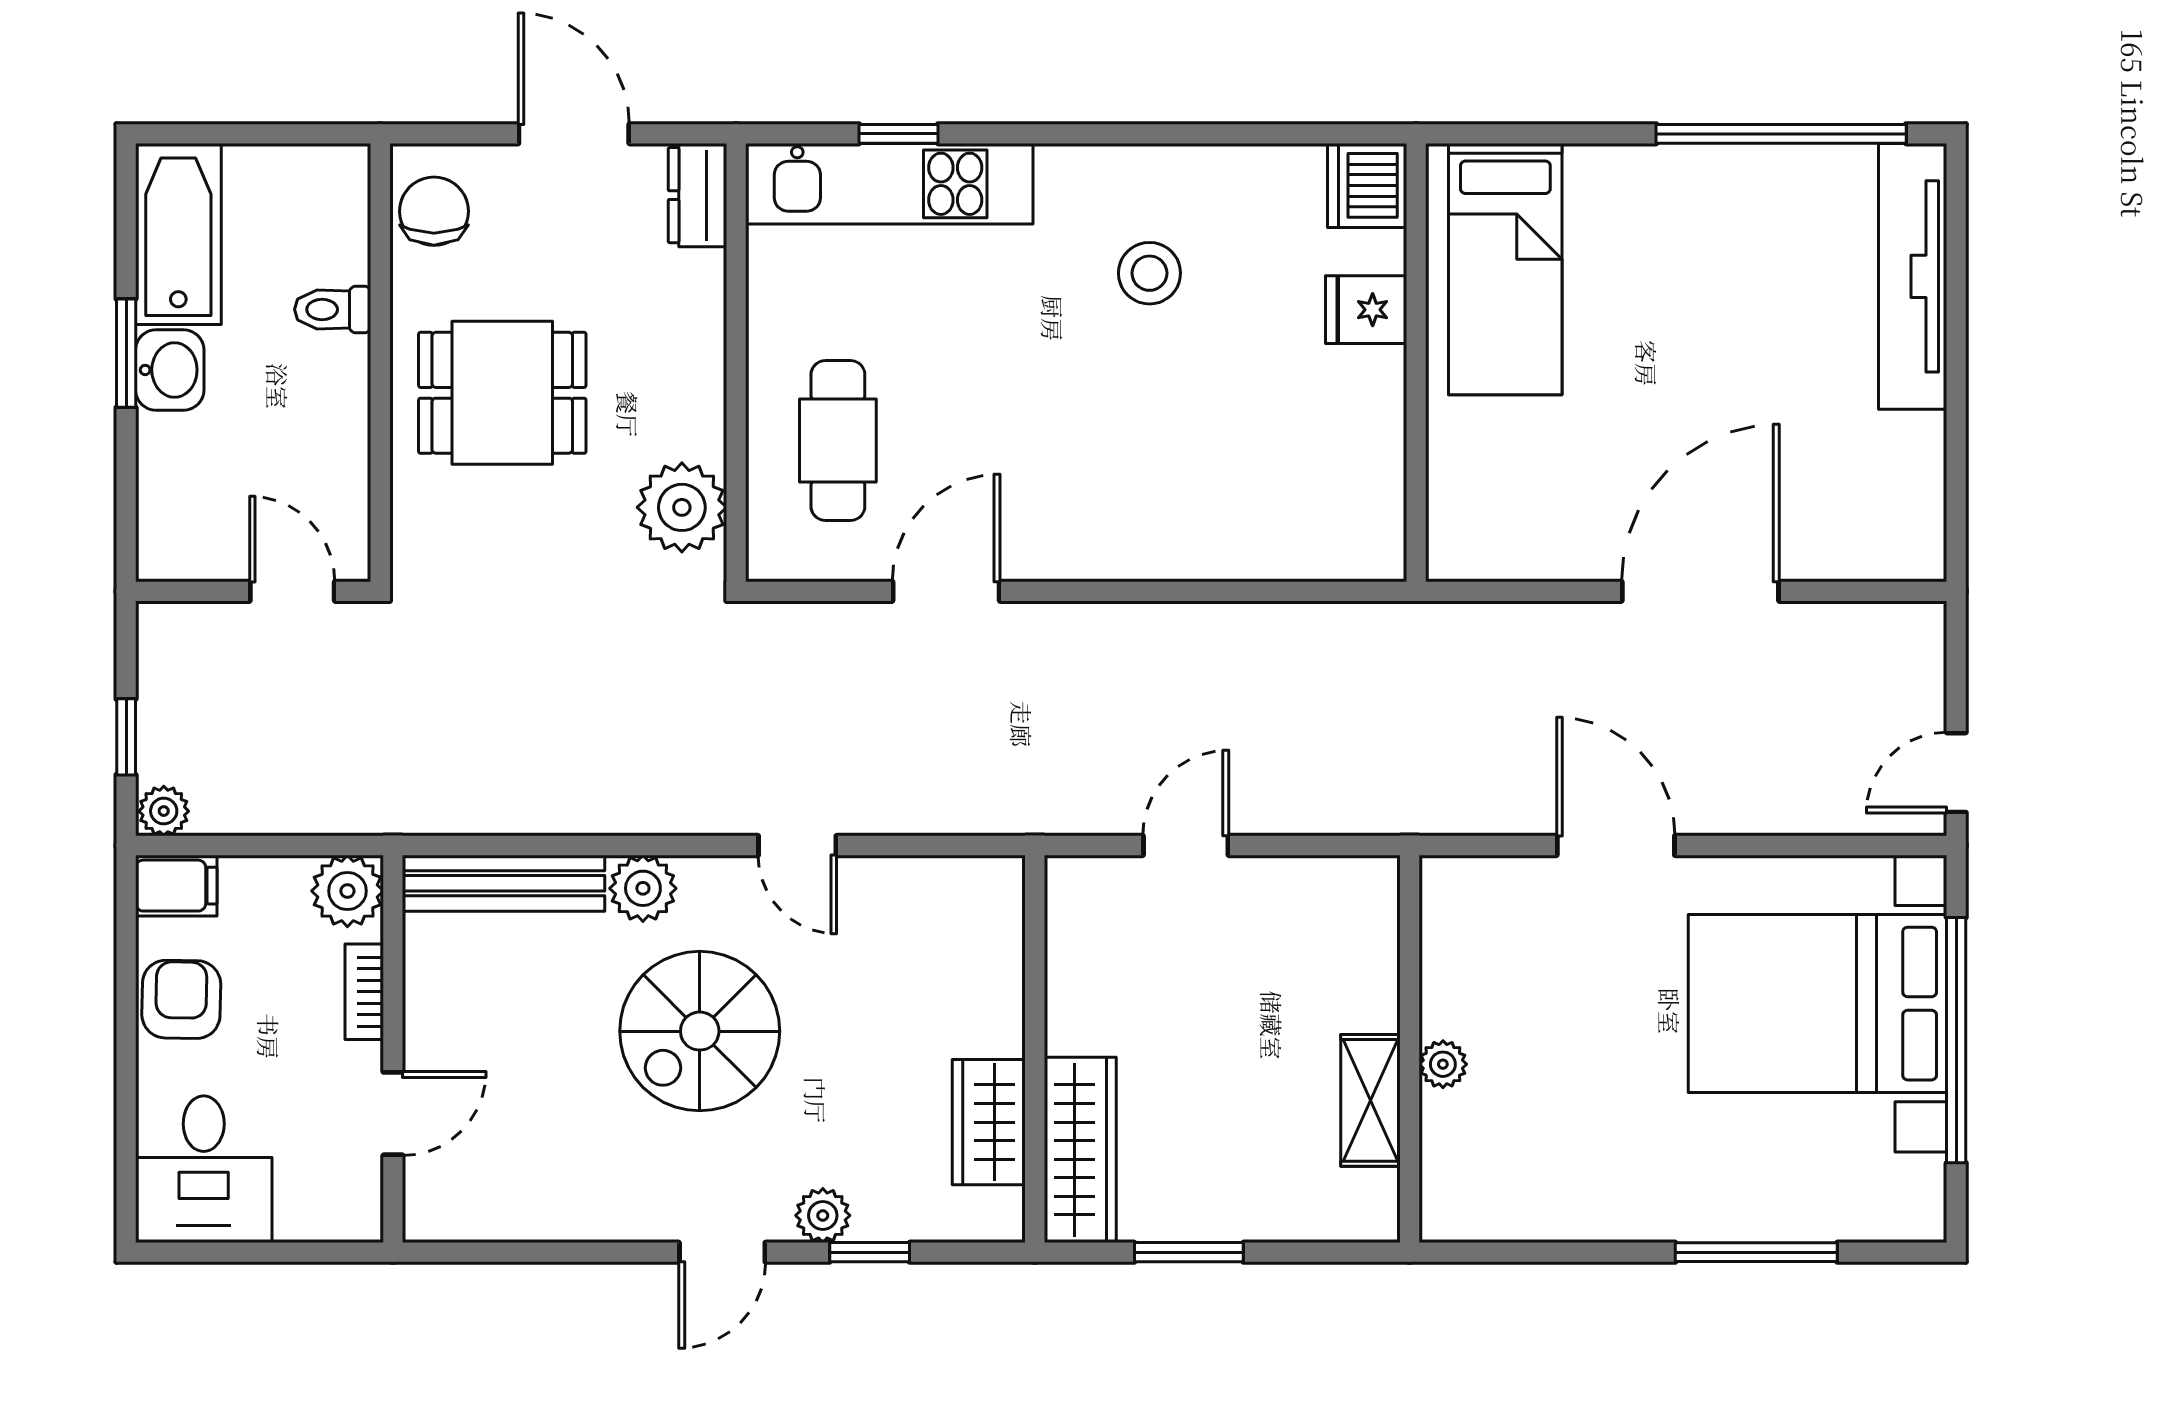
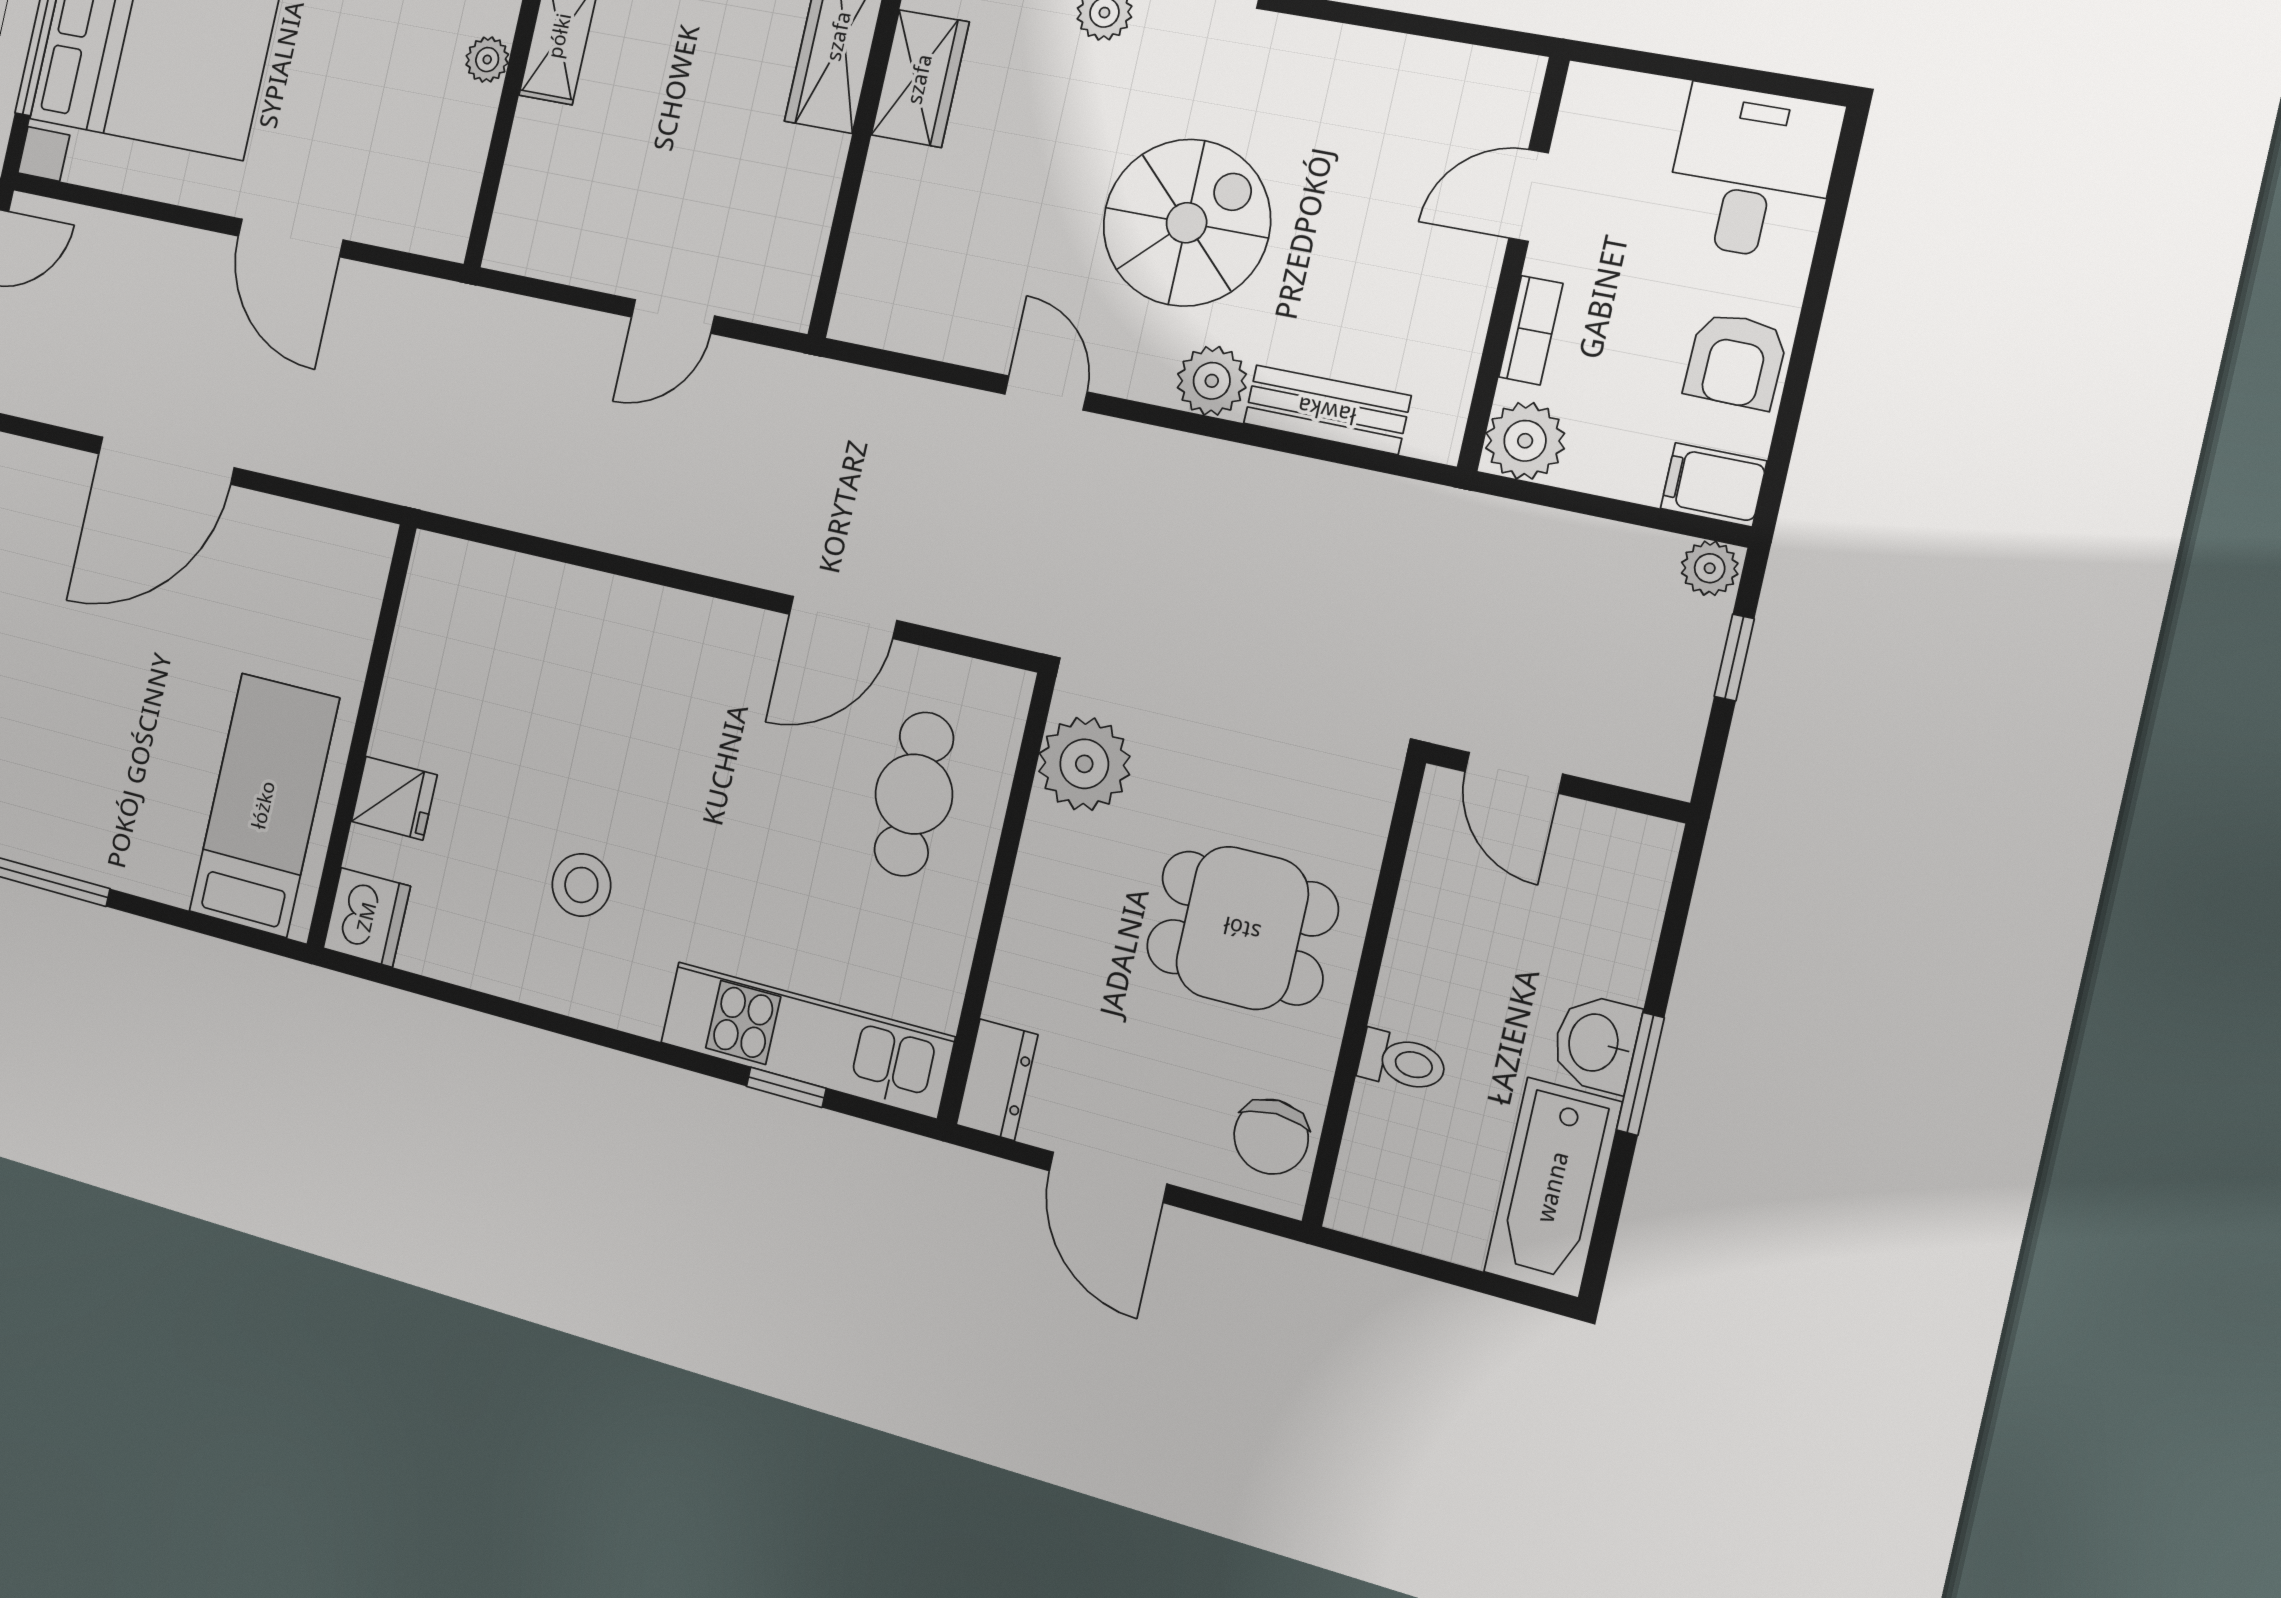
bench: (504, 883) -> (1327, 410), width x0.73

